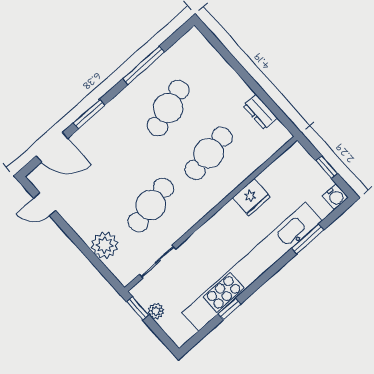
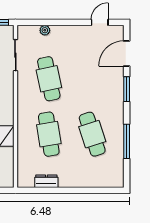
plant: (105, 245) -> (45, 30), width x0.53, depth x0.53

